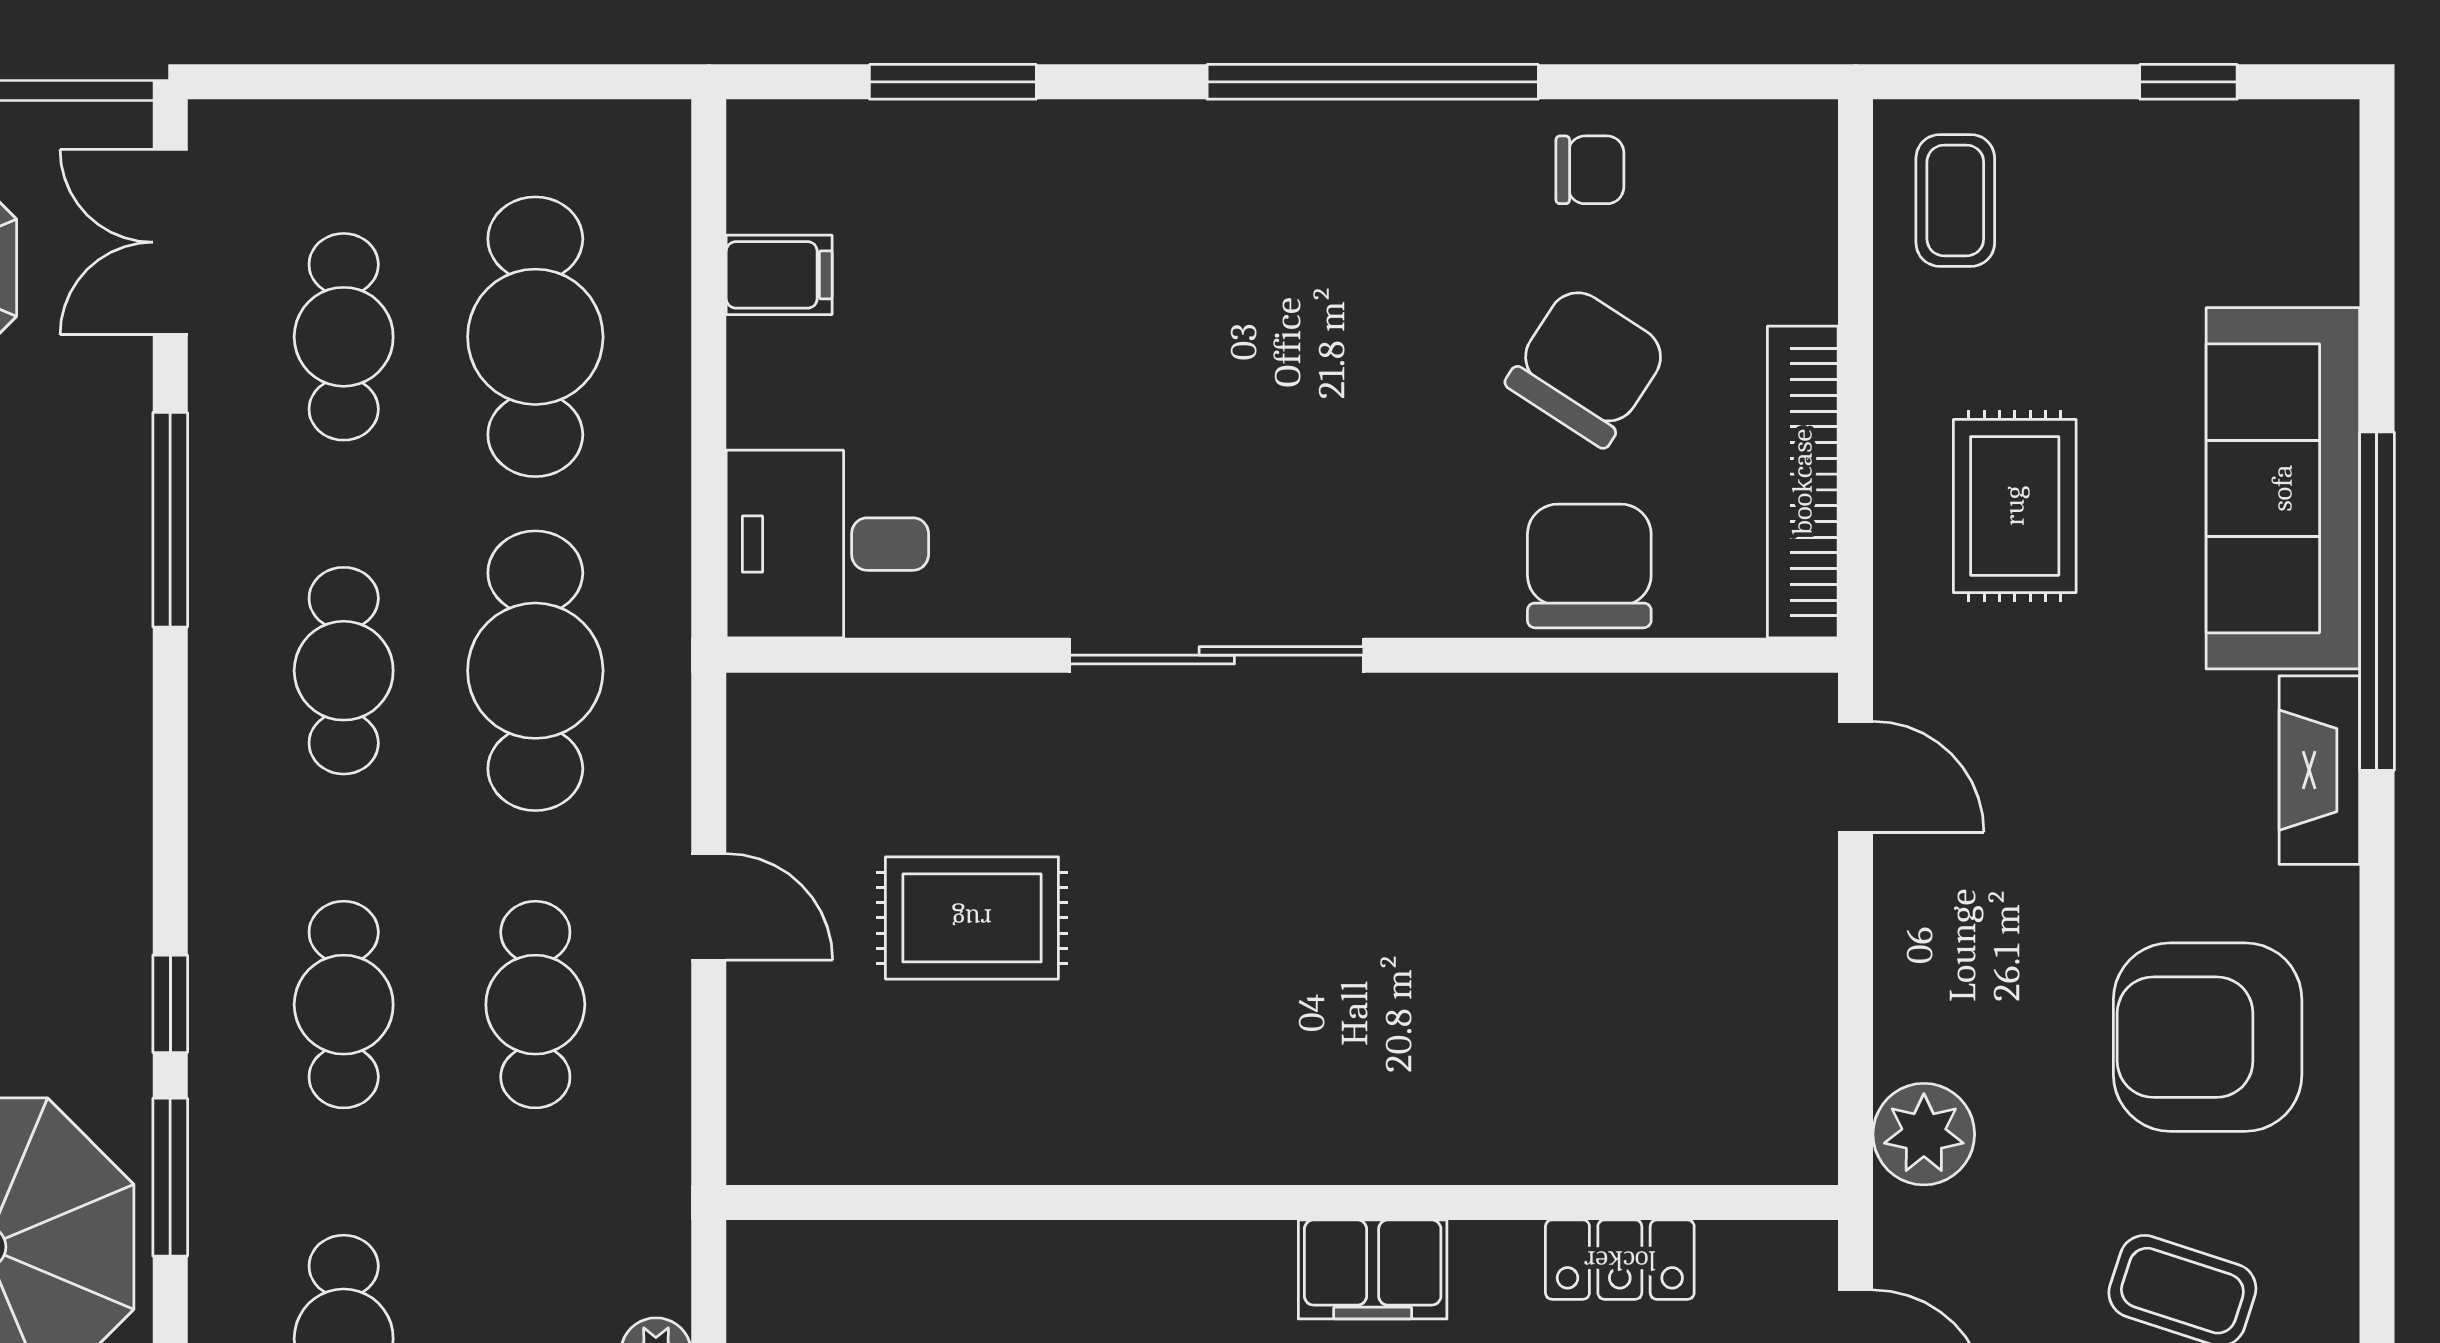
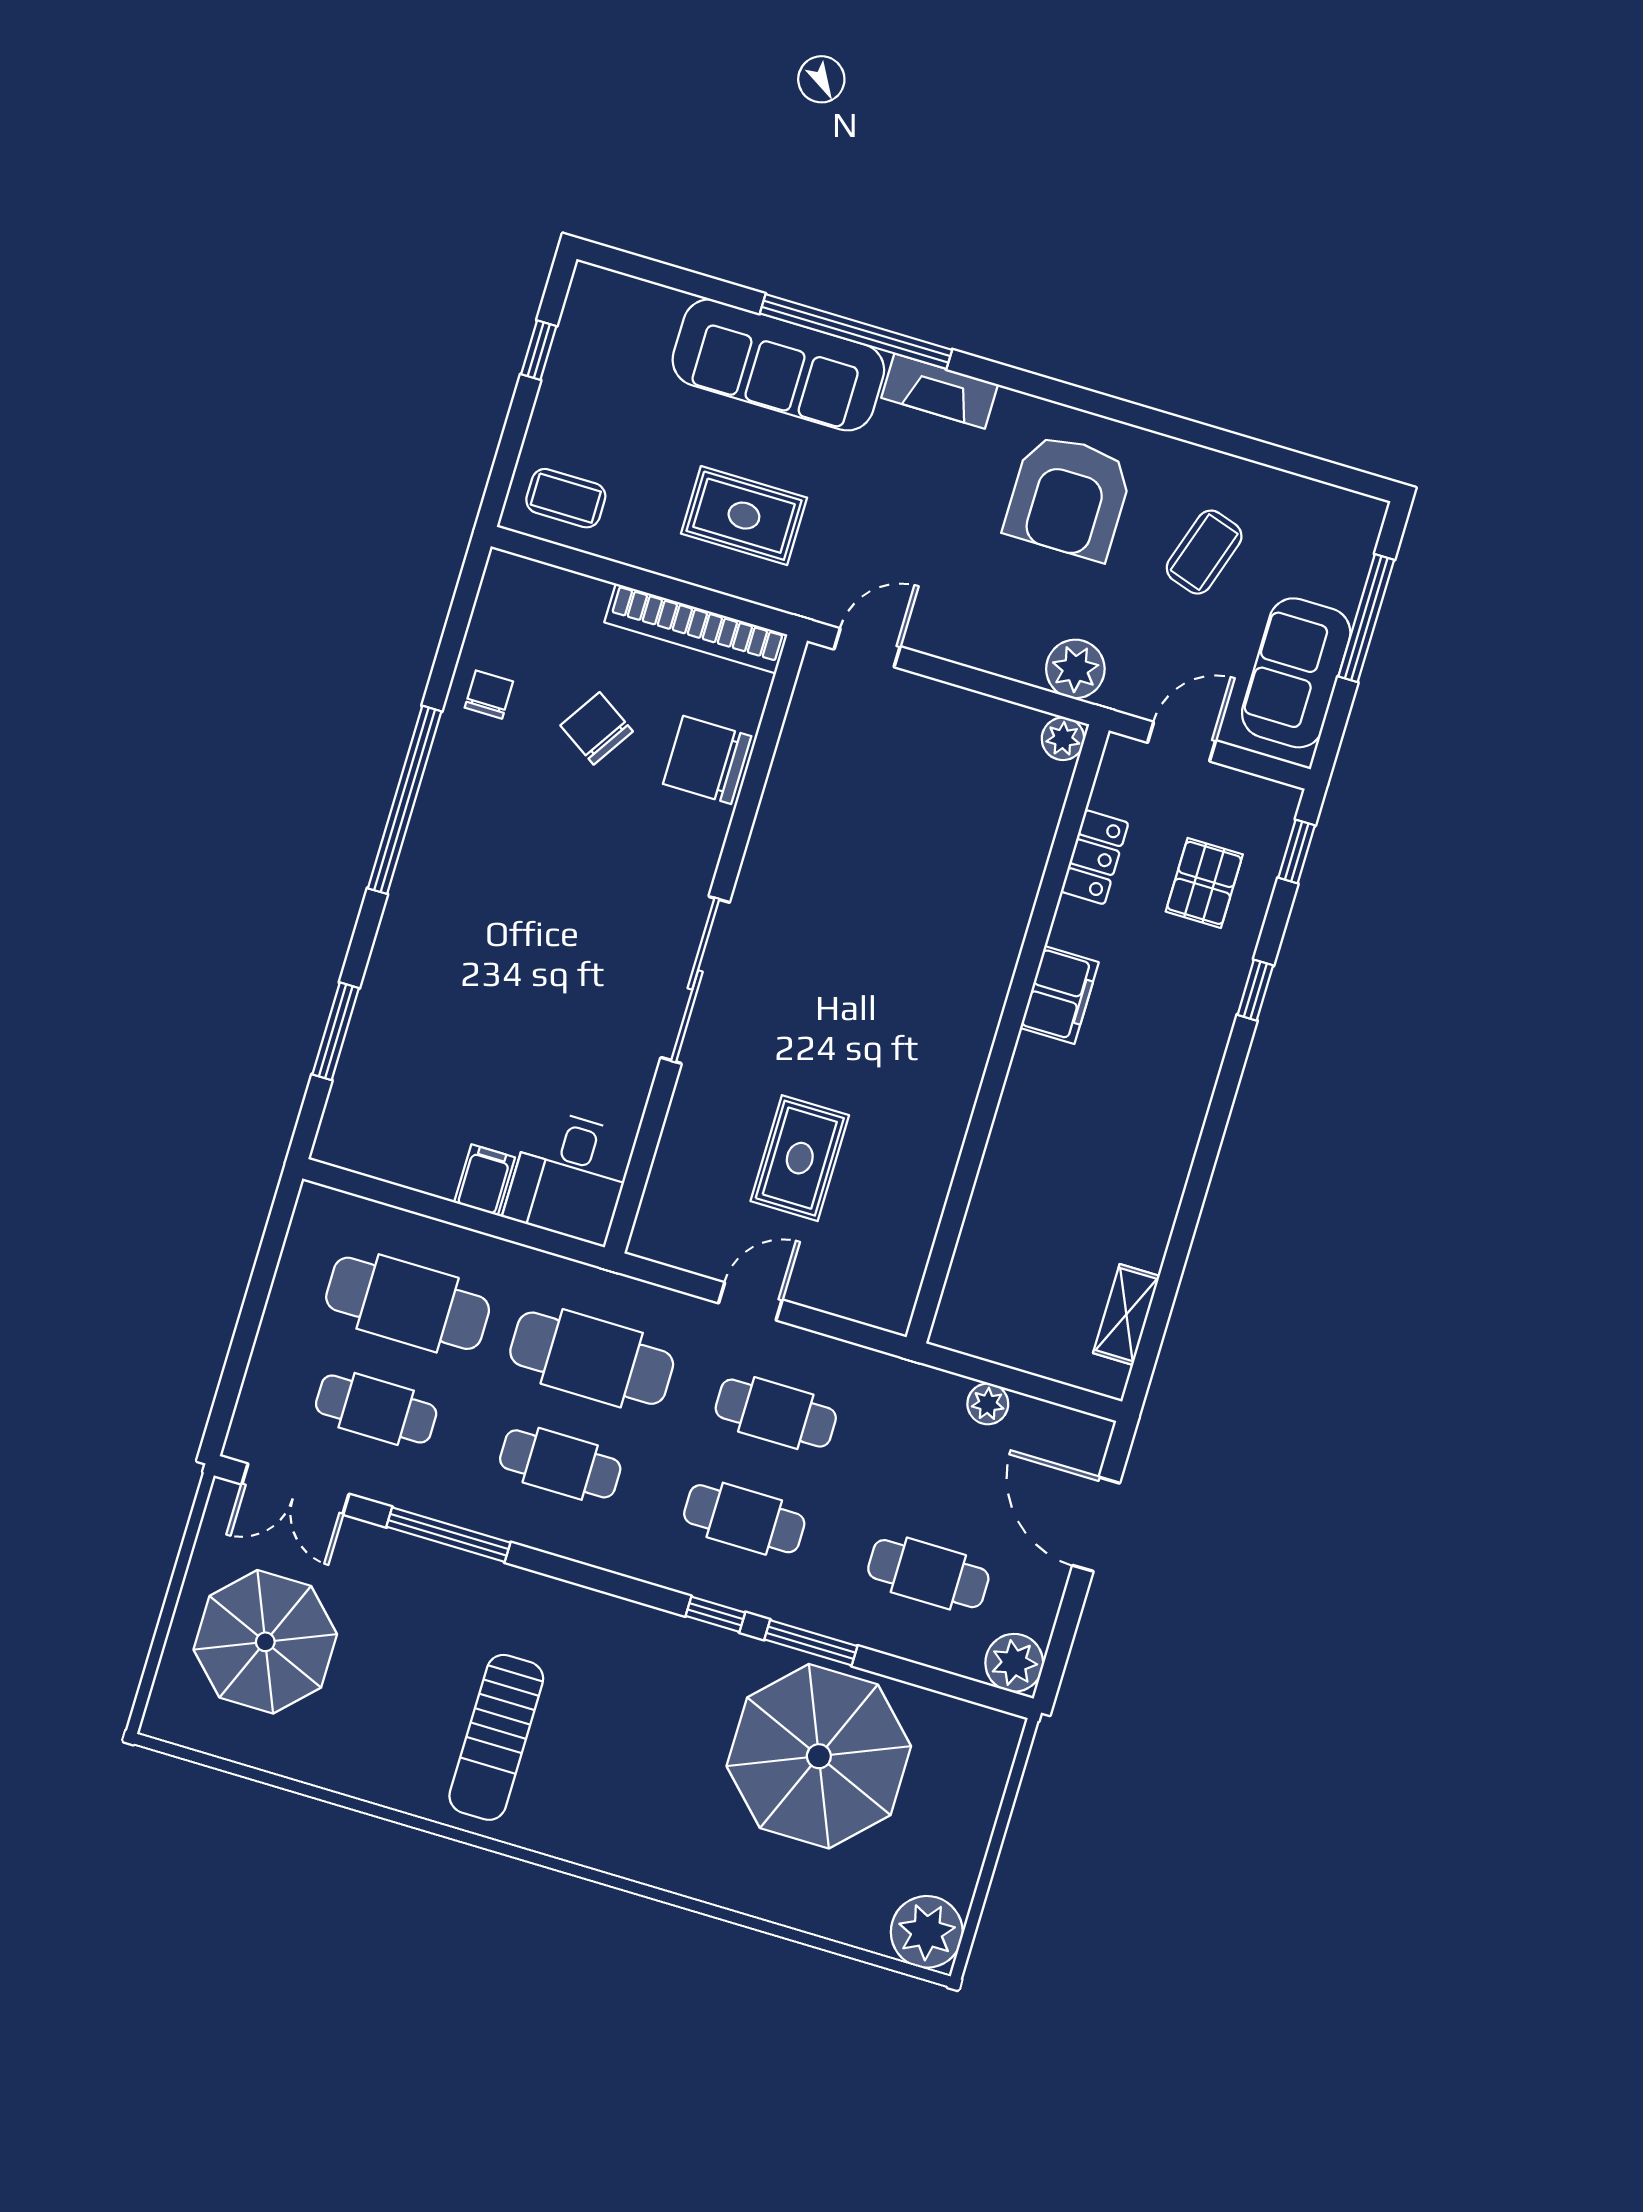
filing cabinet: (779, 275) -> (485, 1180), moved
chair: (1587, 366) -> (597, 728), width x0.73, depth x0.73
plant: (1801, 1148) -> (1063, 739), added

